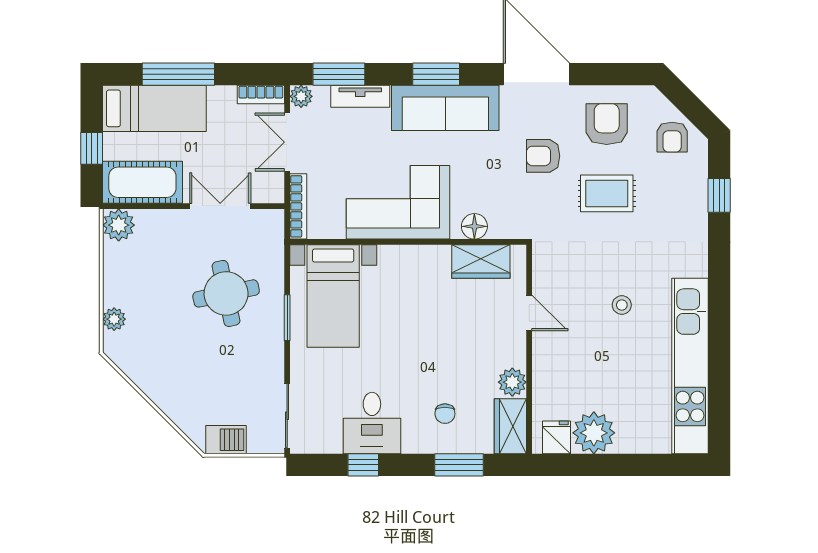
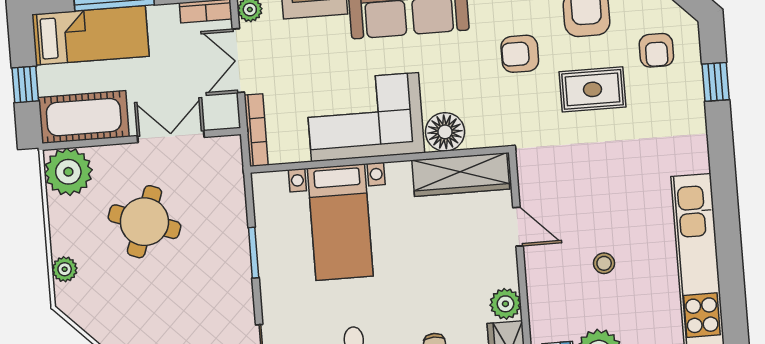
armchair: (672, 137) -> (656, 50), moved
plant: (119, 225) -> (68, 172), width x1.36, depth x1.36
floor lamp: (474, 226) -> (445, 132), width x1.38, depth x1.38
wardrobe: (481, 262) -> (461, 175), width x1.50
round table: (226, 293) -> (144, 222), moved, turned 32
bed with nightstands: (333, 296) -> (340, 222), moved
stool: (622, 305) -> (604, 263), moved

